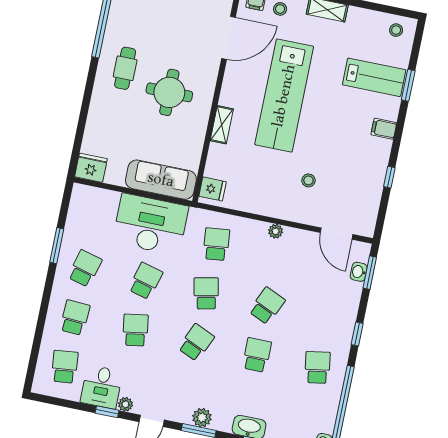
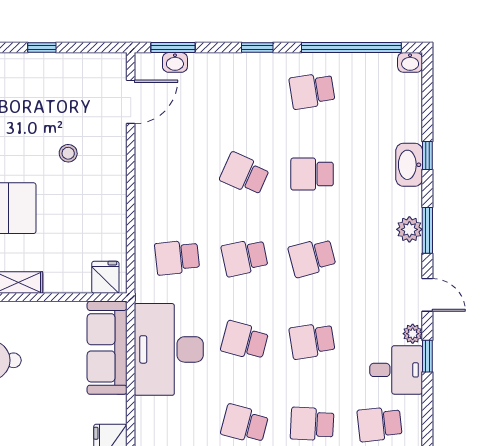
plant: (276, 231) -> (144, 183), removed
school desk: (196, 343) -> (312, 257), turned -39

